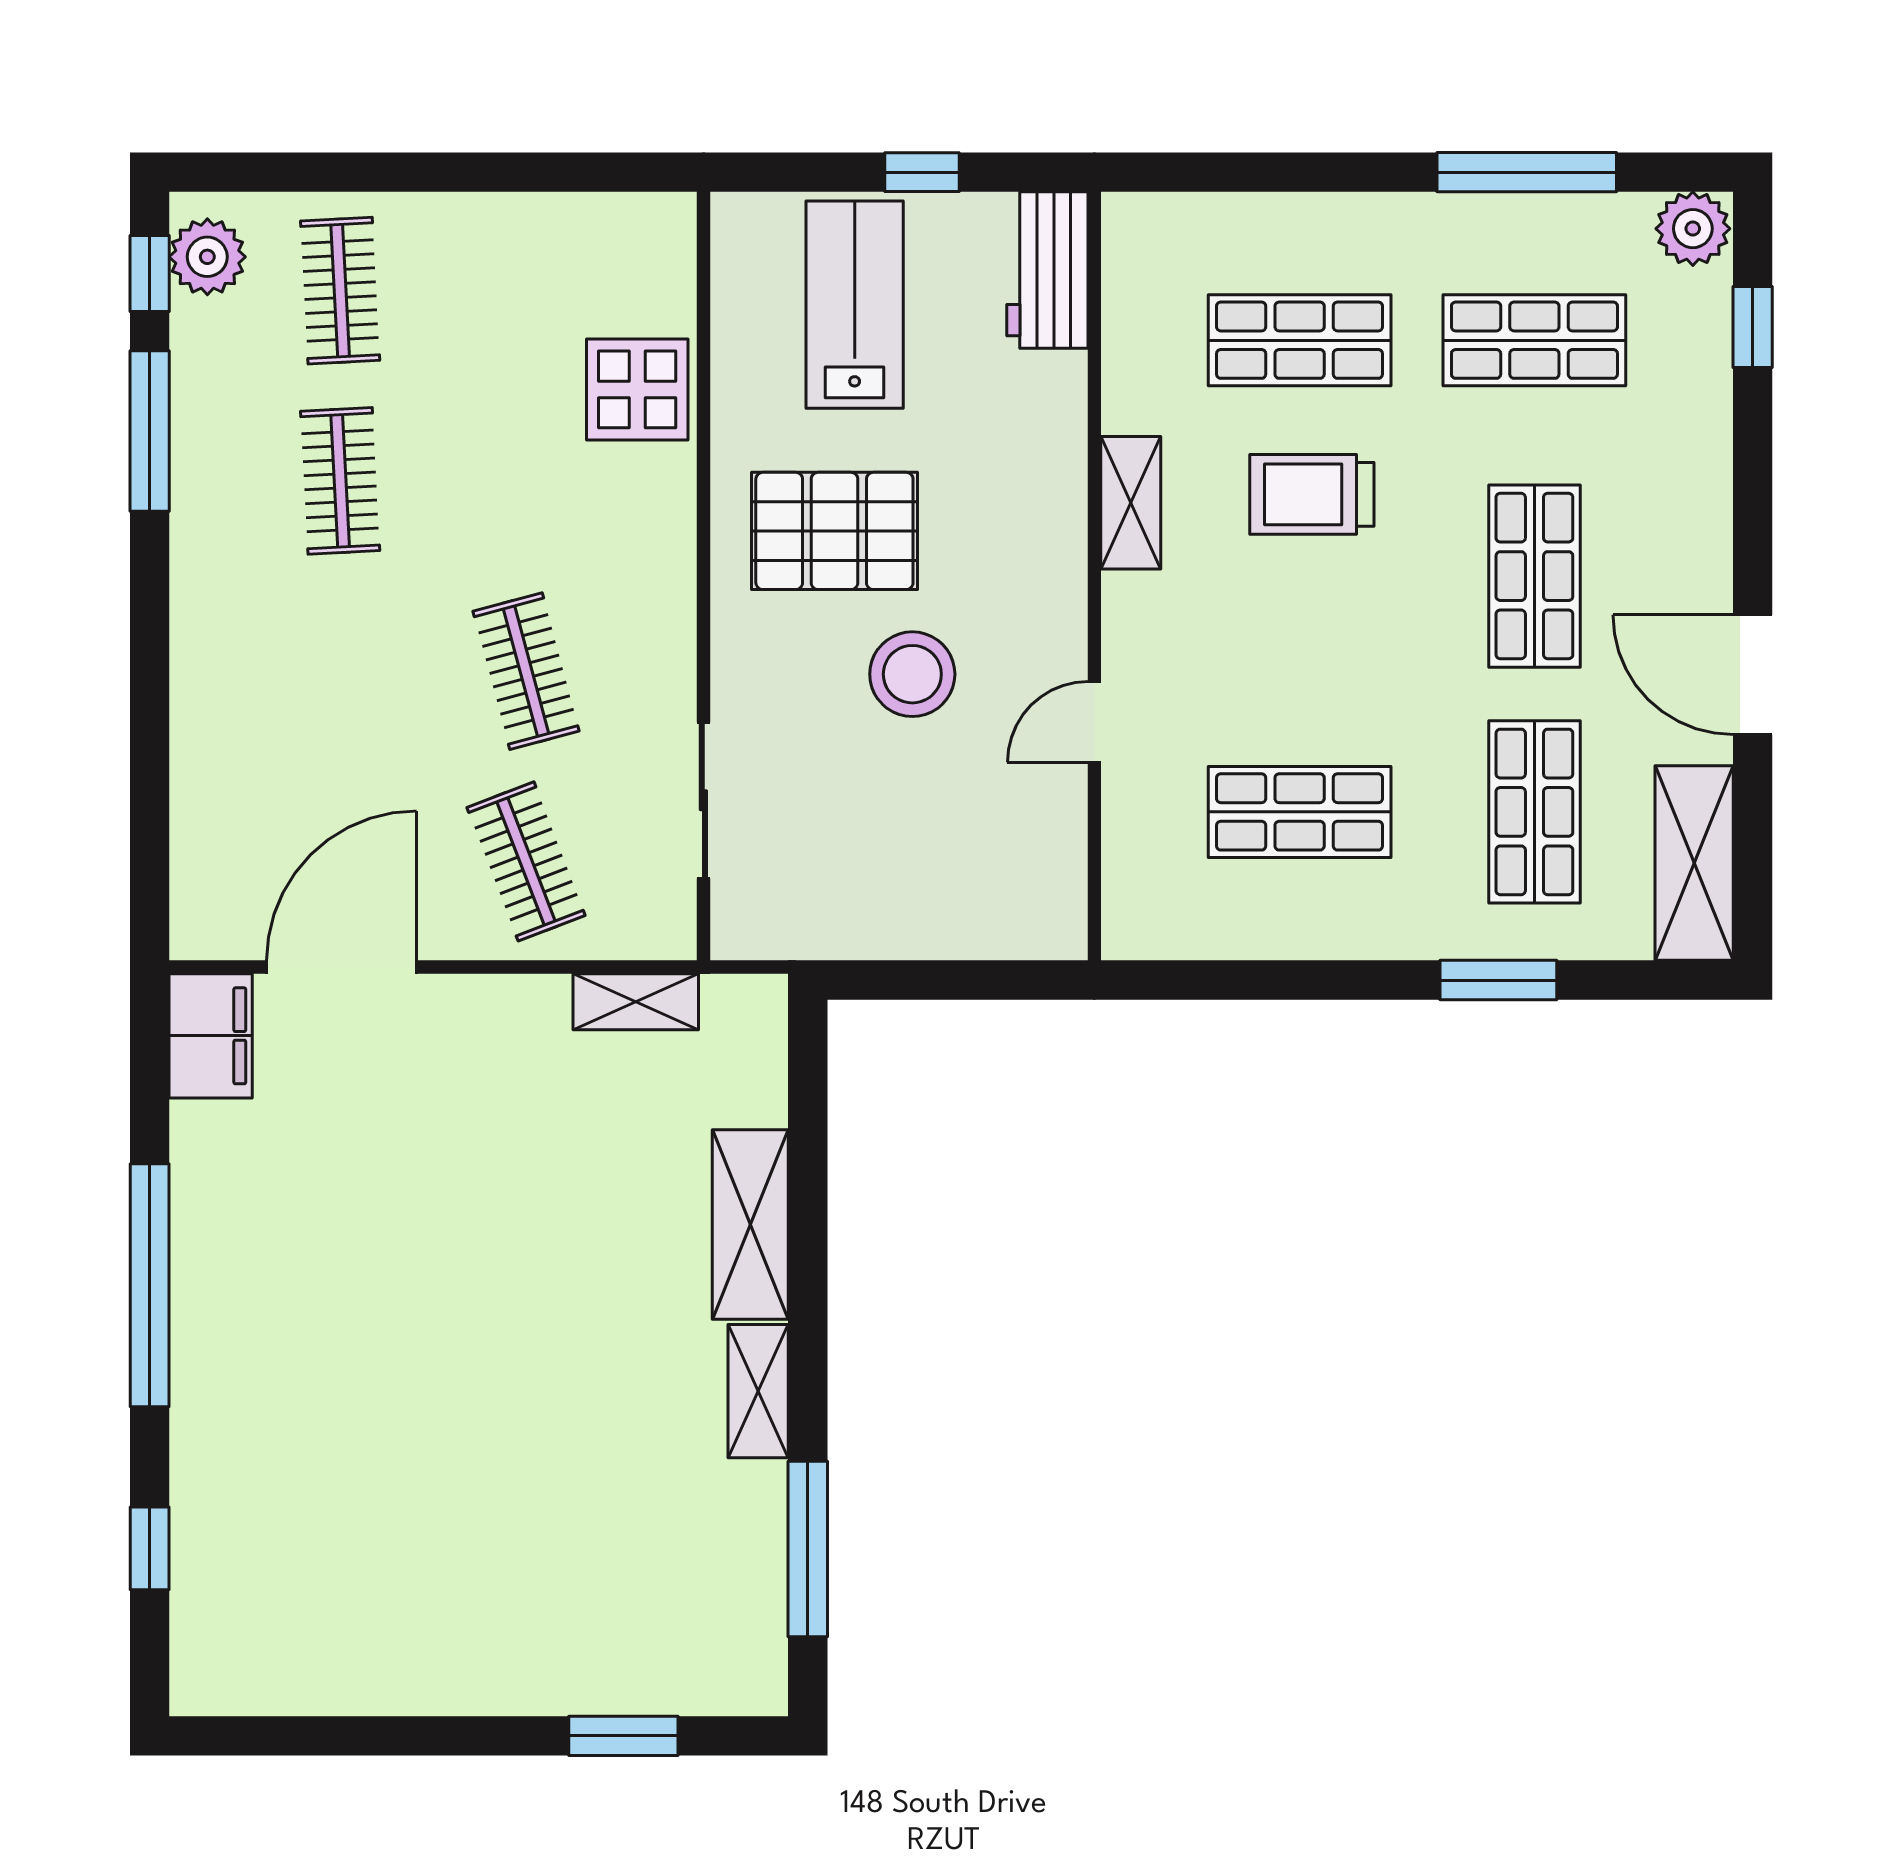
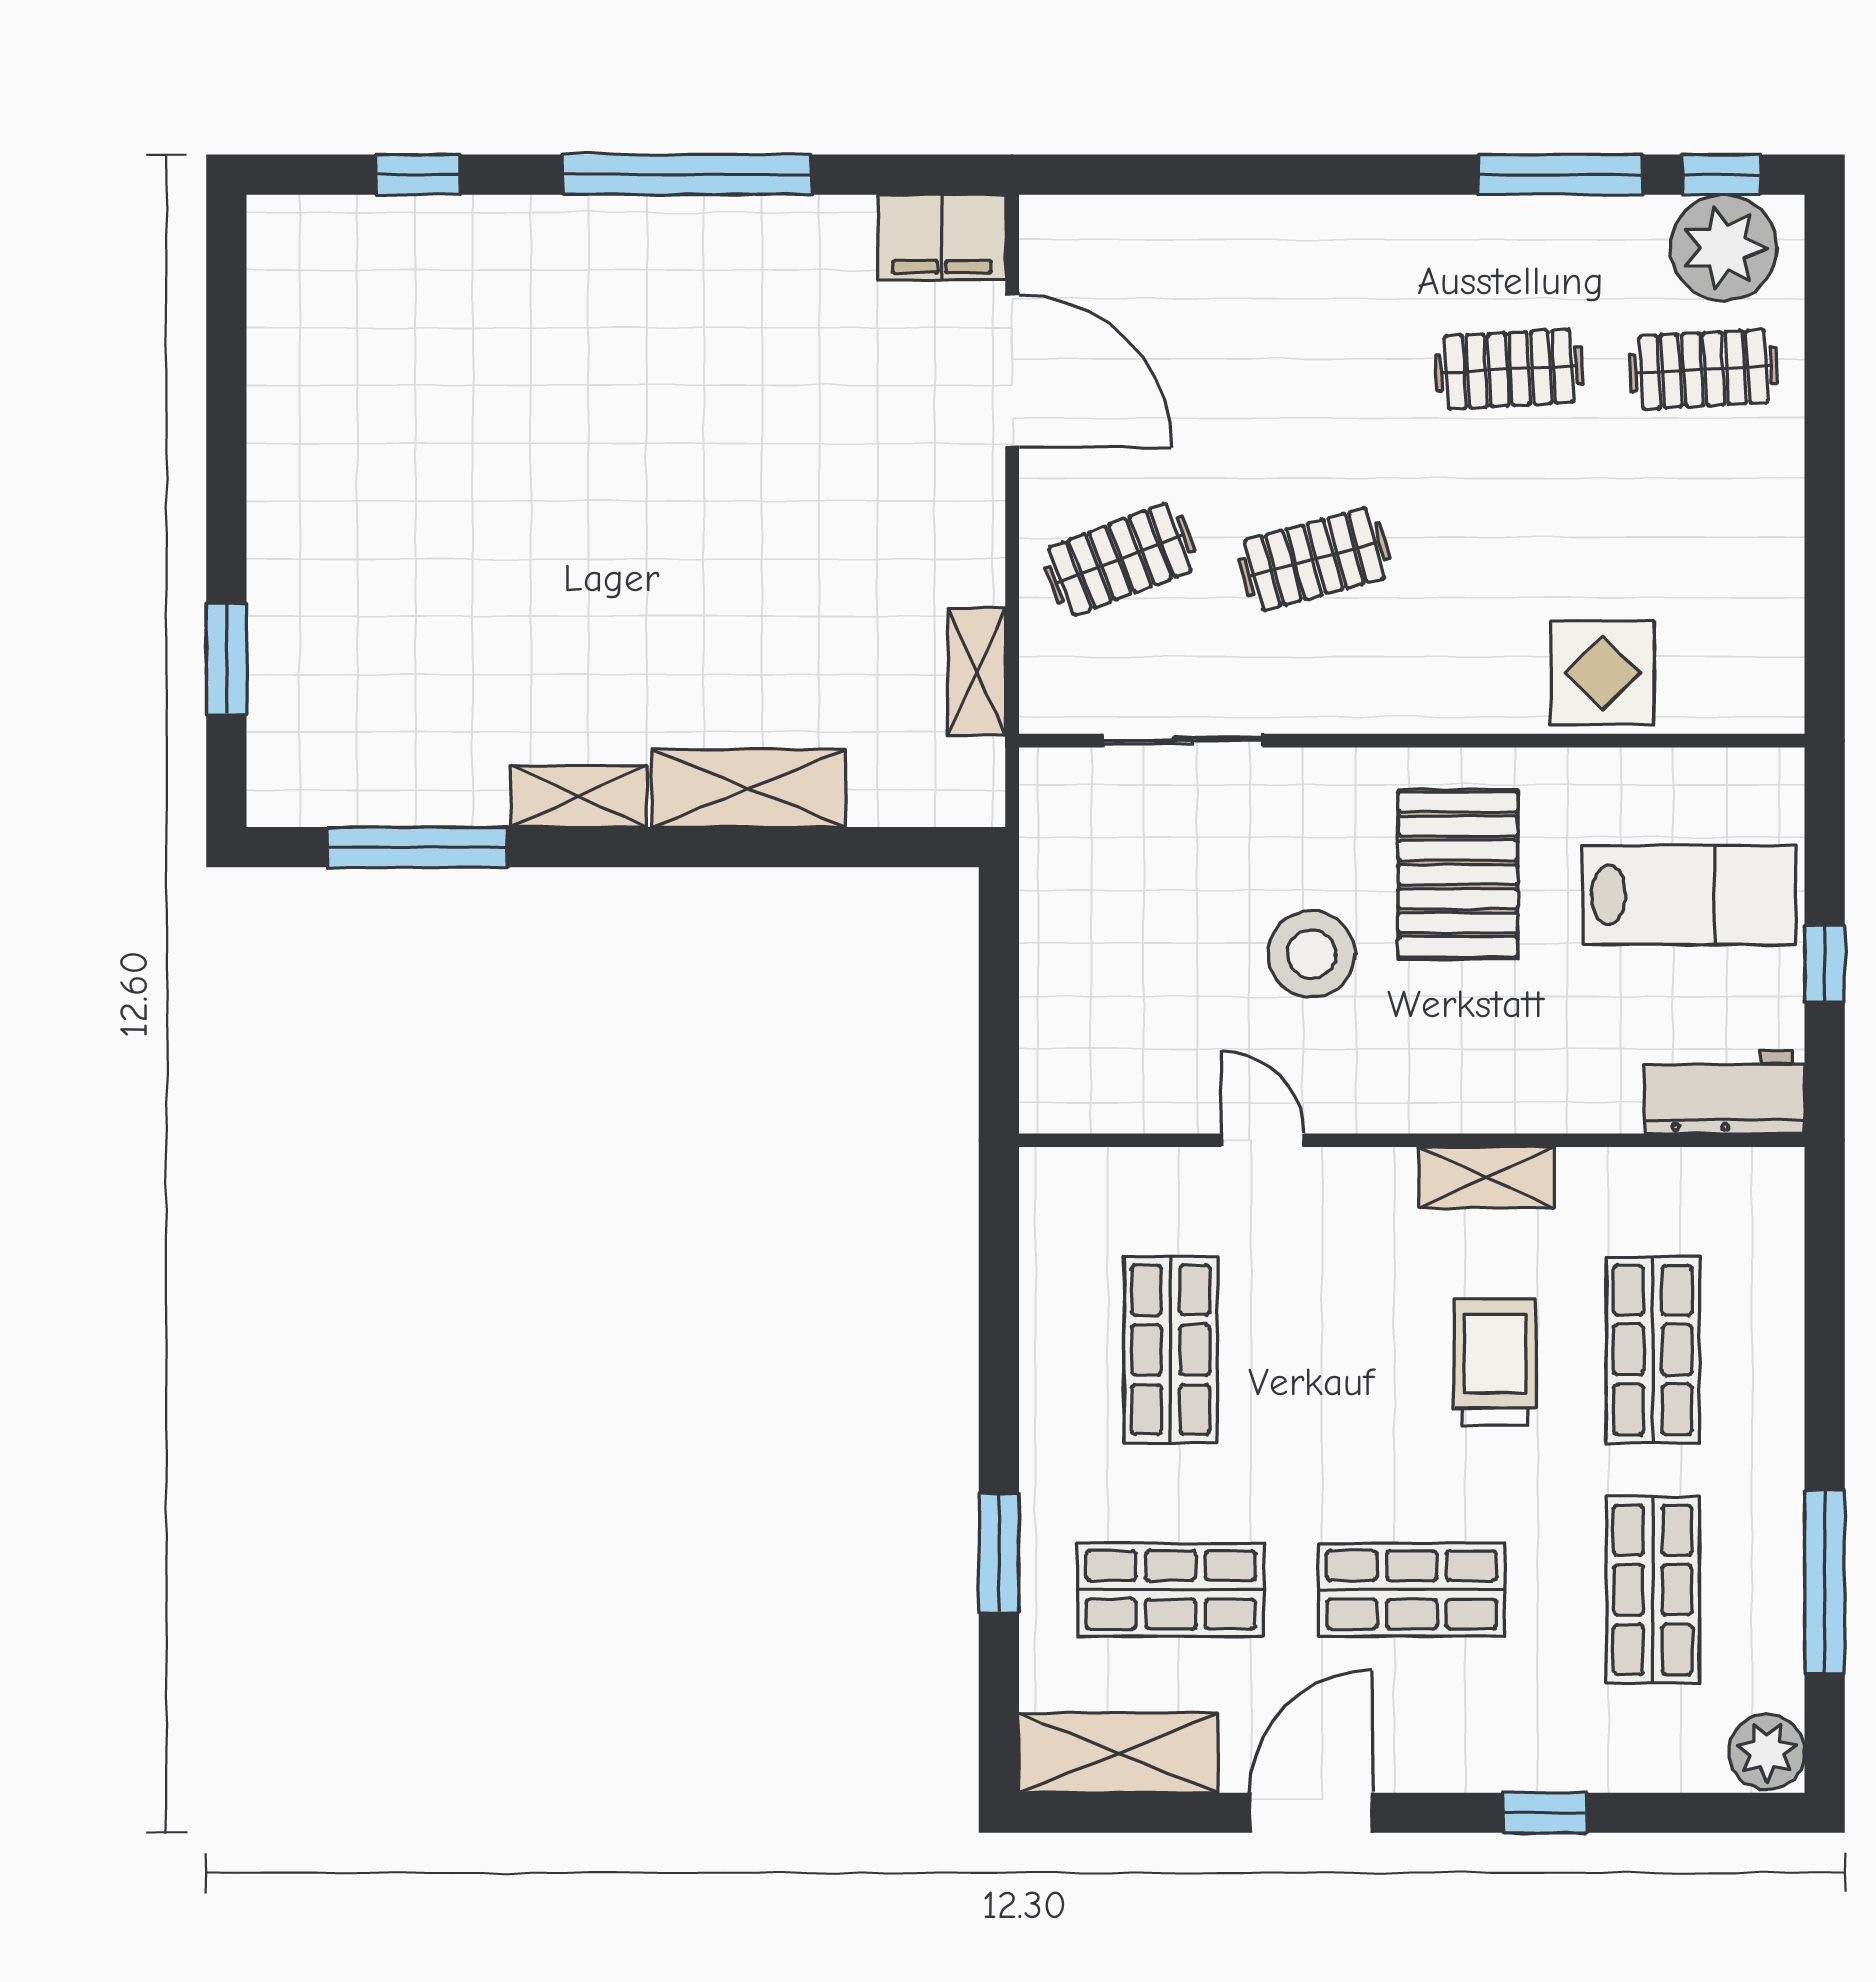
plant: (207, 257) -> (1724, 248), width x1.36, depth x1.36
window: (1753, 327) -> (1545, 1813), moved

